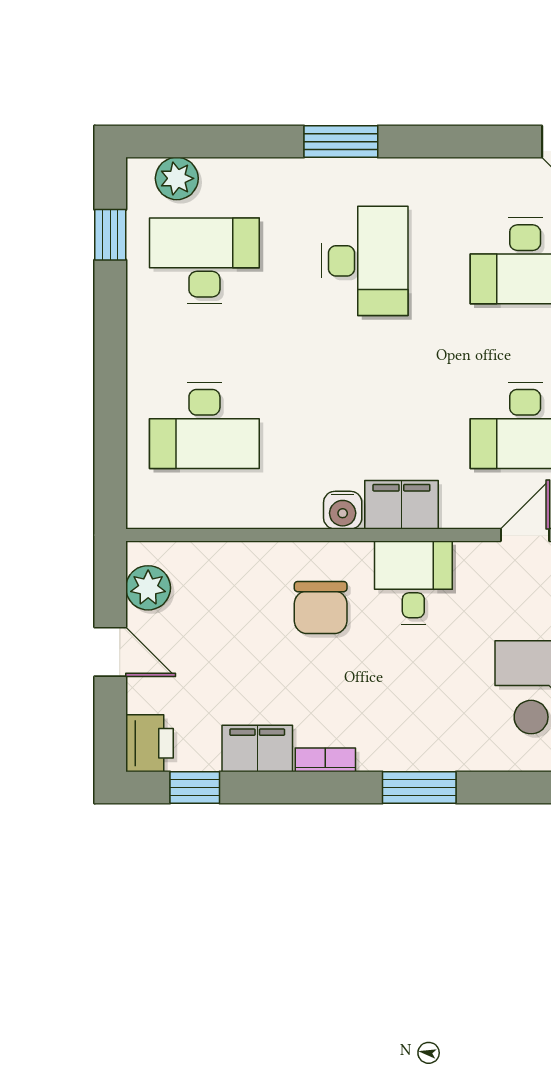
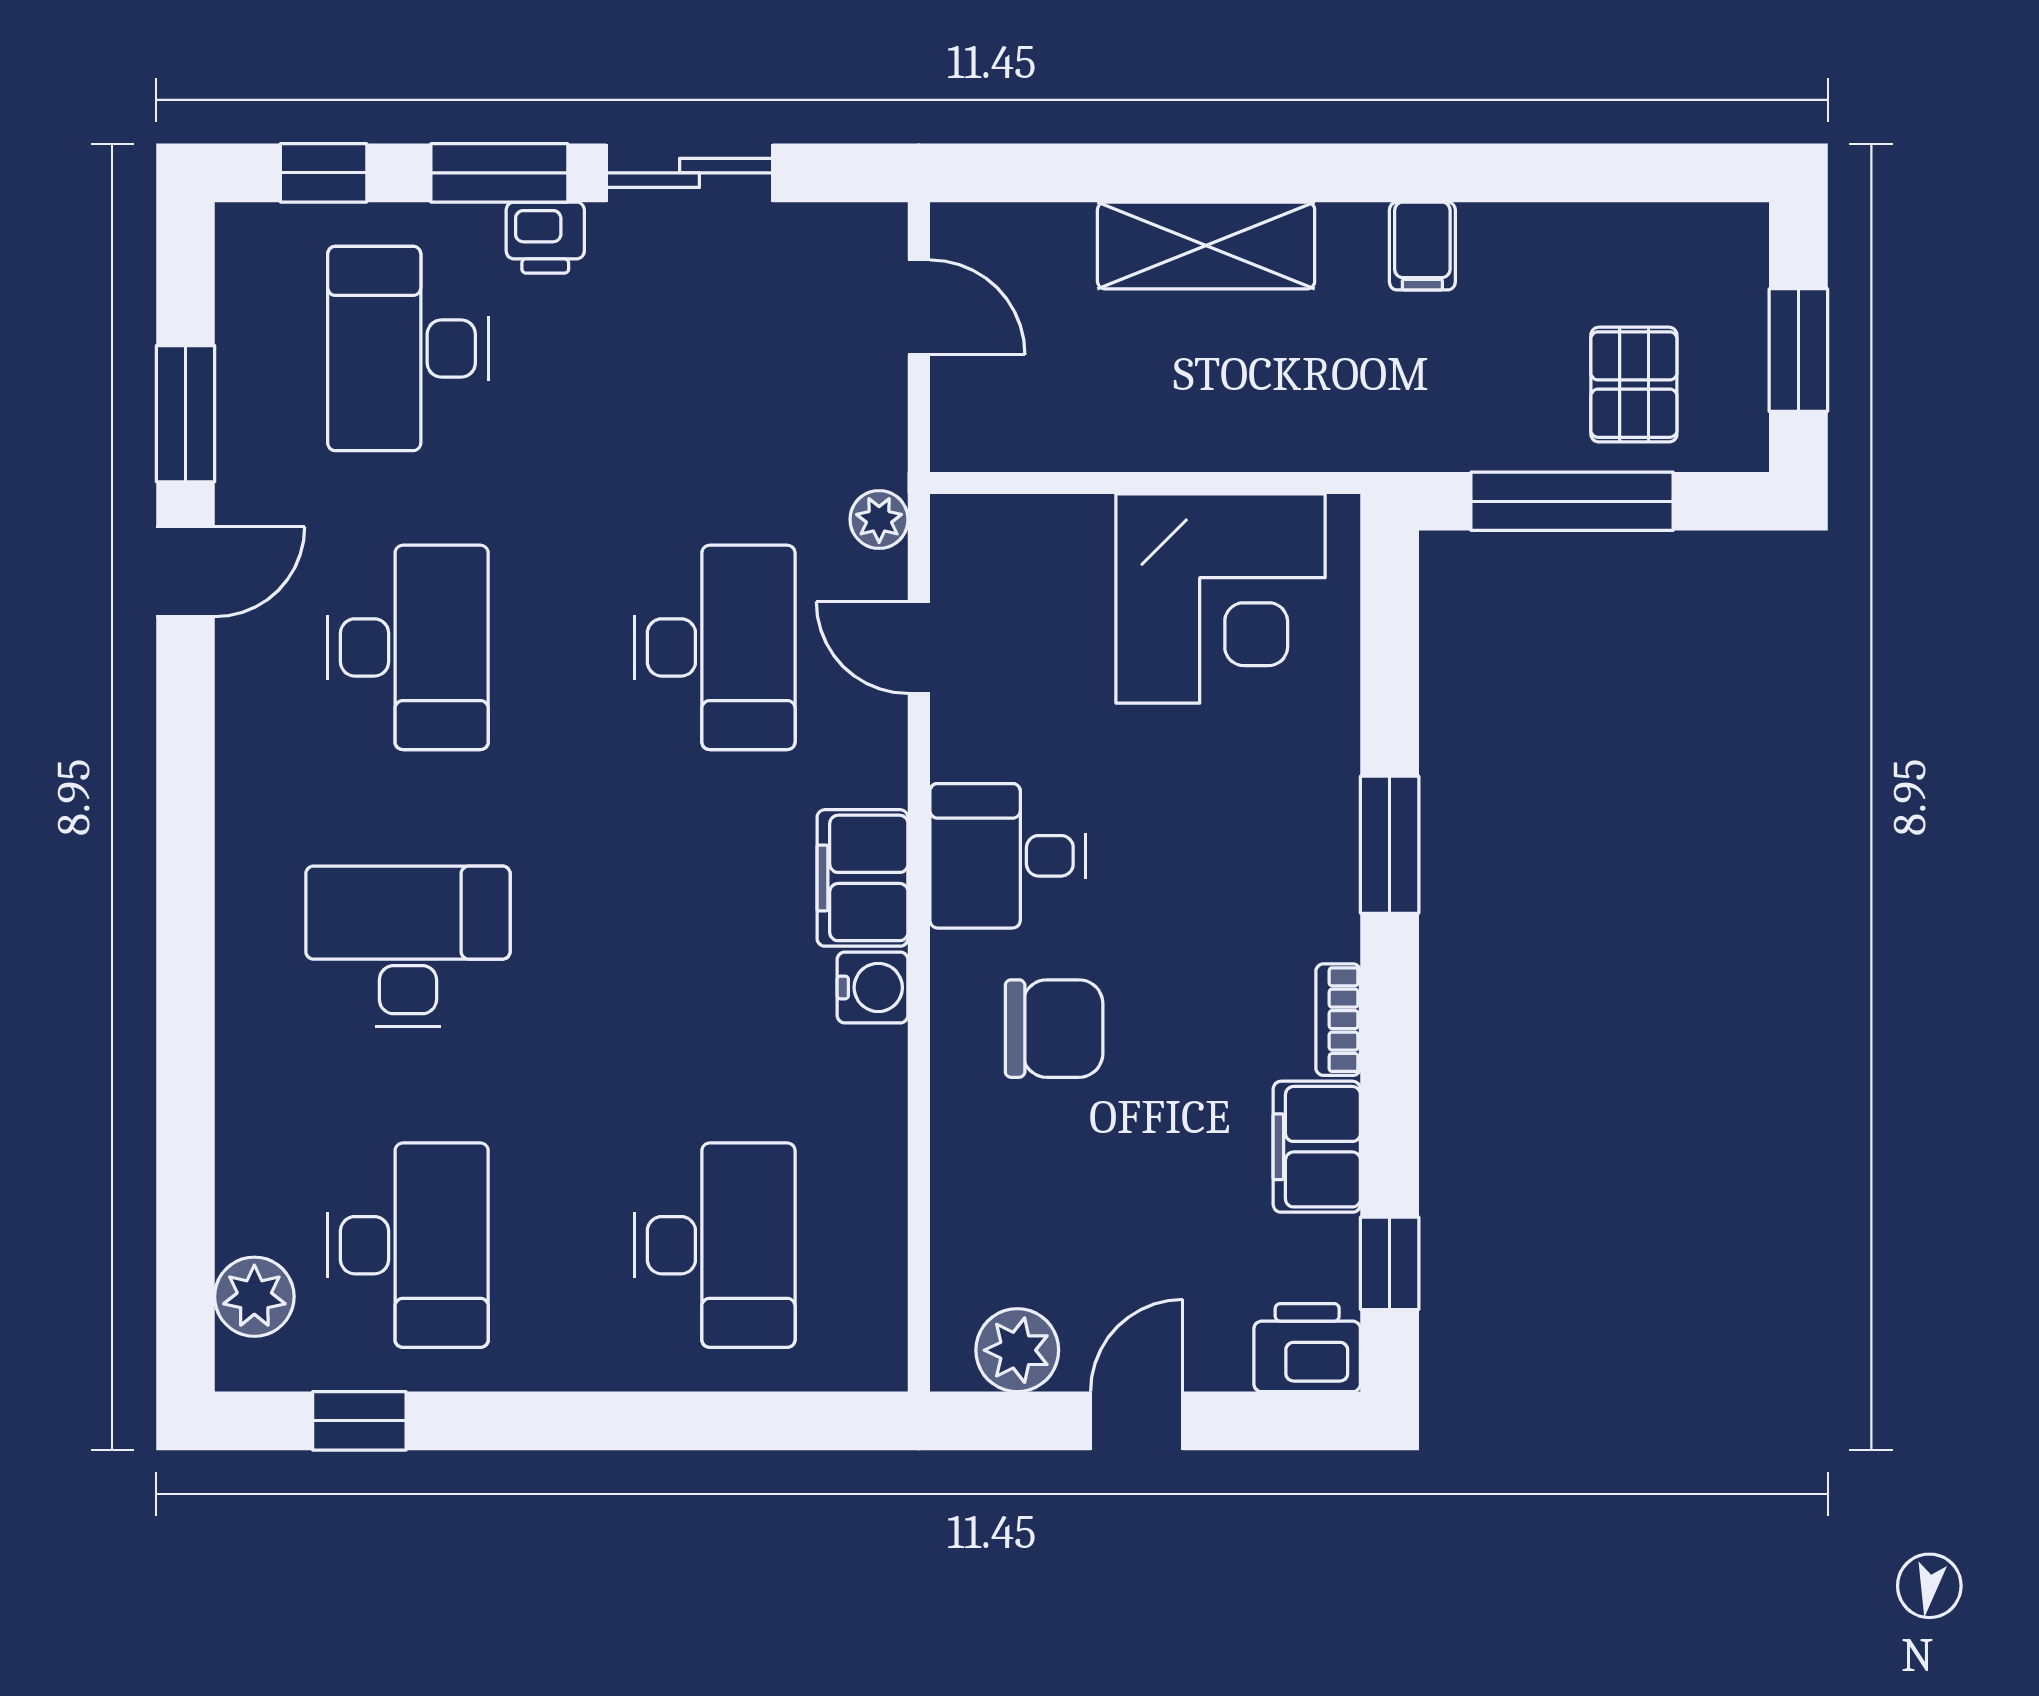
window: (341, 142) -> (185, 991), removed
desk: (204, 261) -> (408, 1245), turned 180

